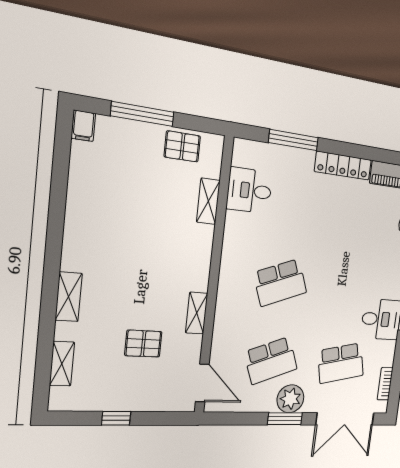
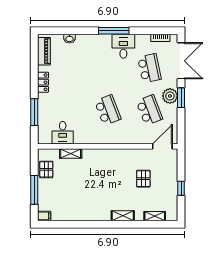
locker: (343, 166) -> (43, 82), width x0.66
shelving: (197, 313) -> (127, 153), removed

